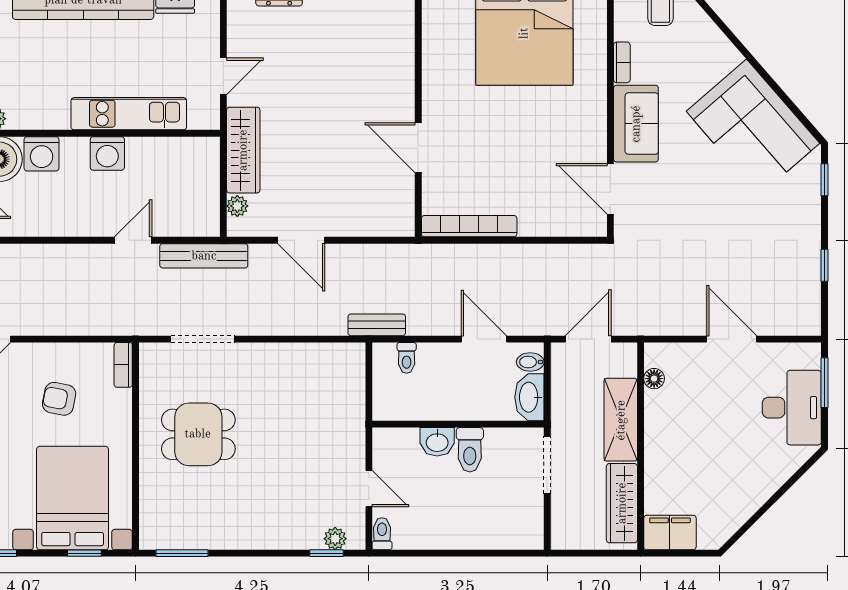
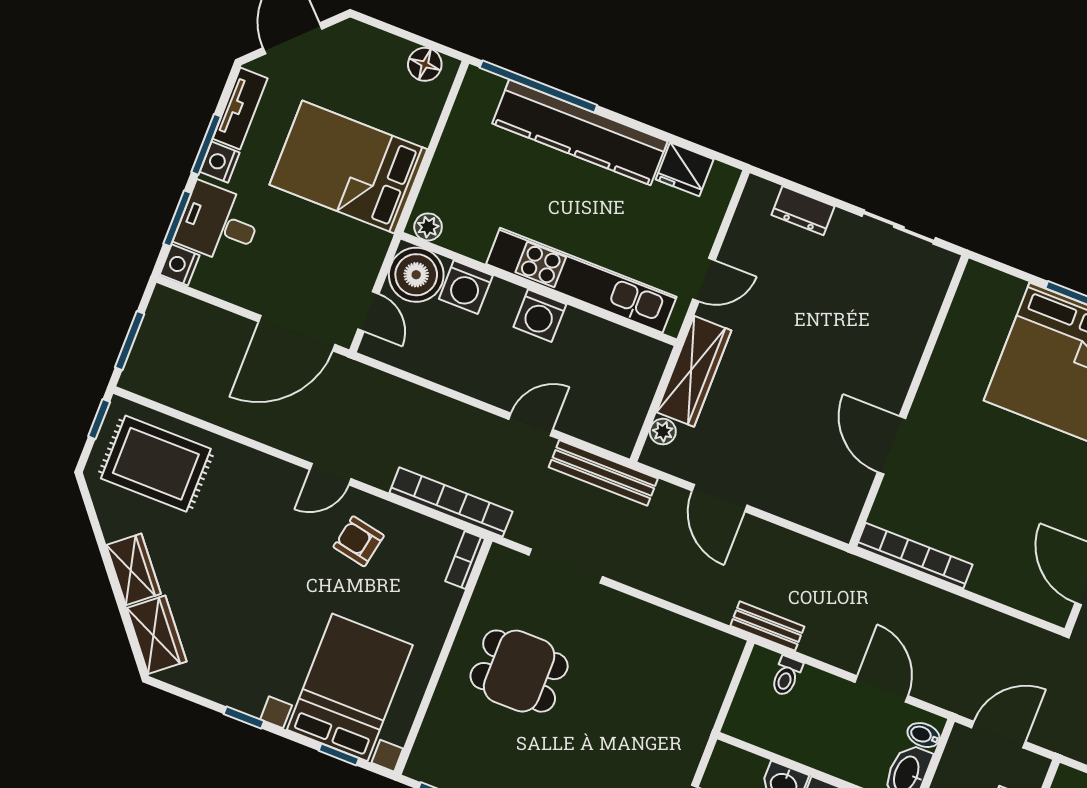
kitchen unit: (129, 114) -> (581, 280), width x1.36
bookcase: (95, 324) -> (451, 502), added
armchair: (59, 399) -> (359, 541), moved

